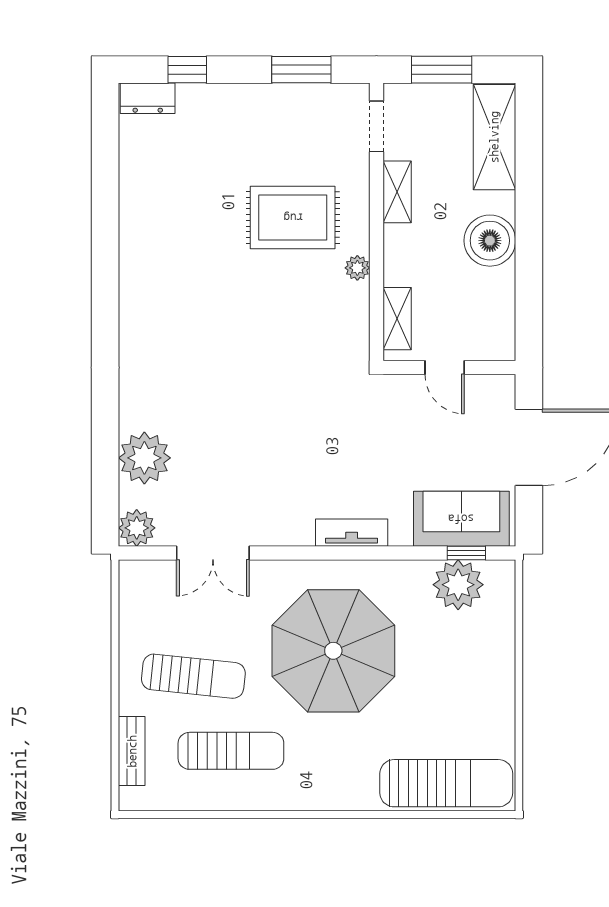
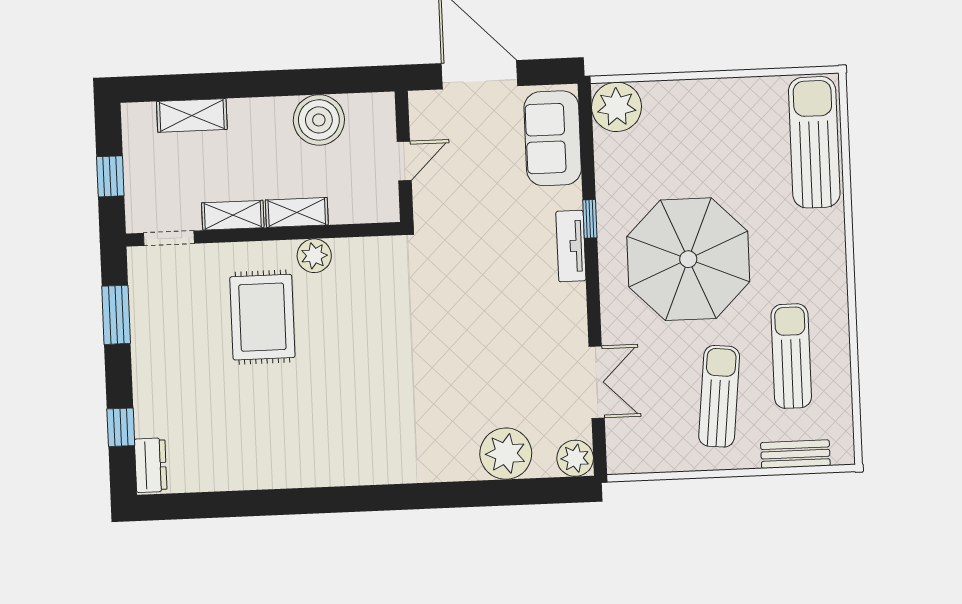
window: (442, 70) -> (110, 176), width x0.67
shelving: (494, 137) -> (192, 115), width x0.67, depth x0.75
boiler: (490, 241) -> (319, 120), moved
plant: (357, 268) -> (314, 256), width x1.38, depth x1.38
shelving: (397, 319) -> (297, 212), moved
window: (466, 553) -> (590, 219), moved
plant: (458, 585) -> (617, 107), moved

